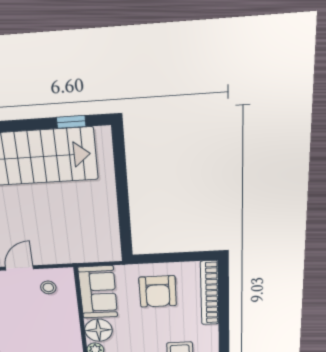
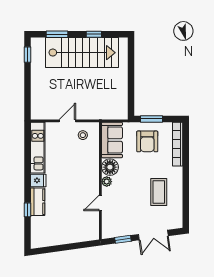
window: (71, 122) -> (94, 34), moved
window: (163, 258) -> (152, 119), added

